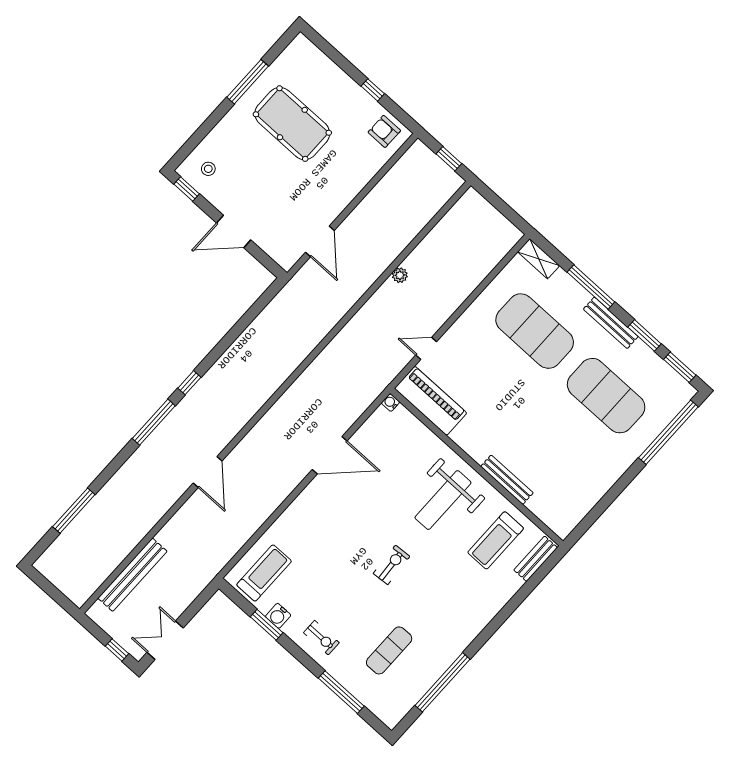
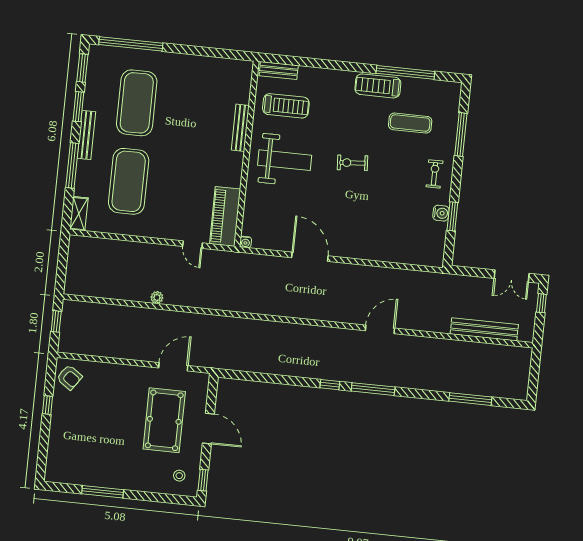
pool table: (292, 124) -> (164, 420), moved
armchair: (384, 131) -> (69, 377), turned -55
treadmill: (264, 573) -> (378, 86), moved

